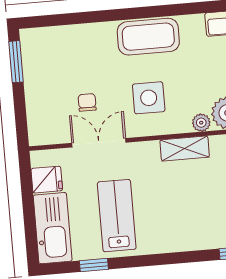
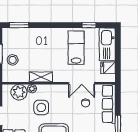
side table: (149, 98) -> (41, 108), moved
row of seats: (39, 105) -> (109, 104), added
lab bench: (117, 216) -> (76, 48), turned 180

